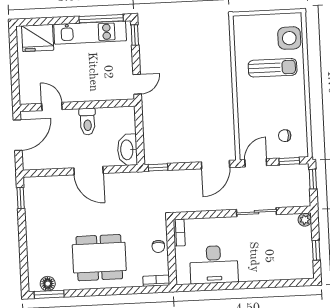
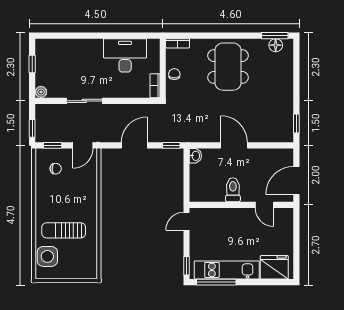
washbasin: (127, 150) -> (195, 156), width x0.52, depth x0.69
door: (216, 165) -> (134, 145), moved
dining table: (99, 258) -> (228, 67), turned 90

